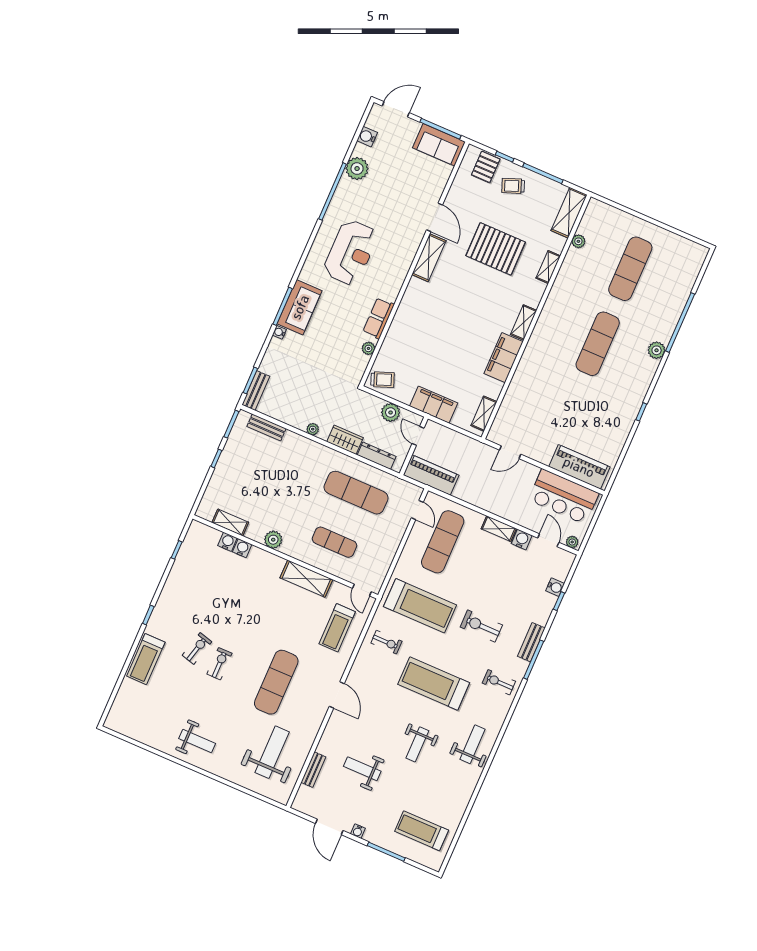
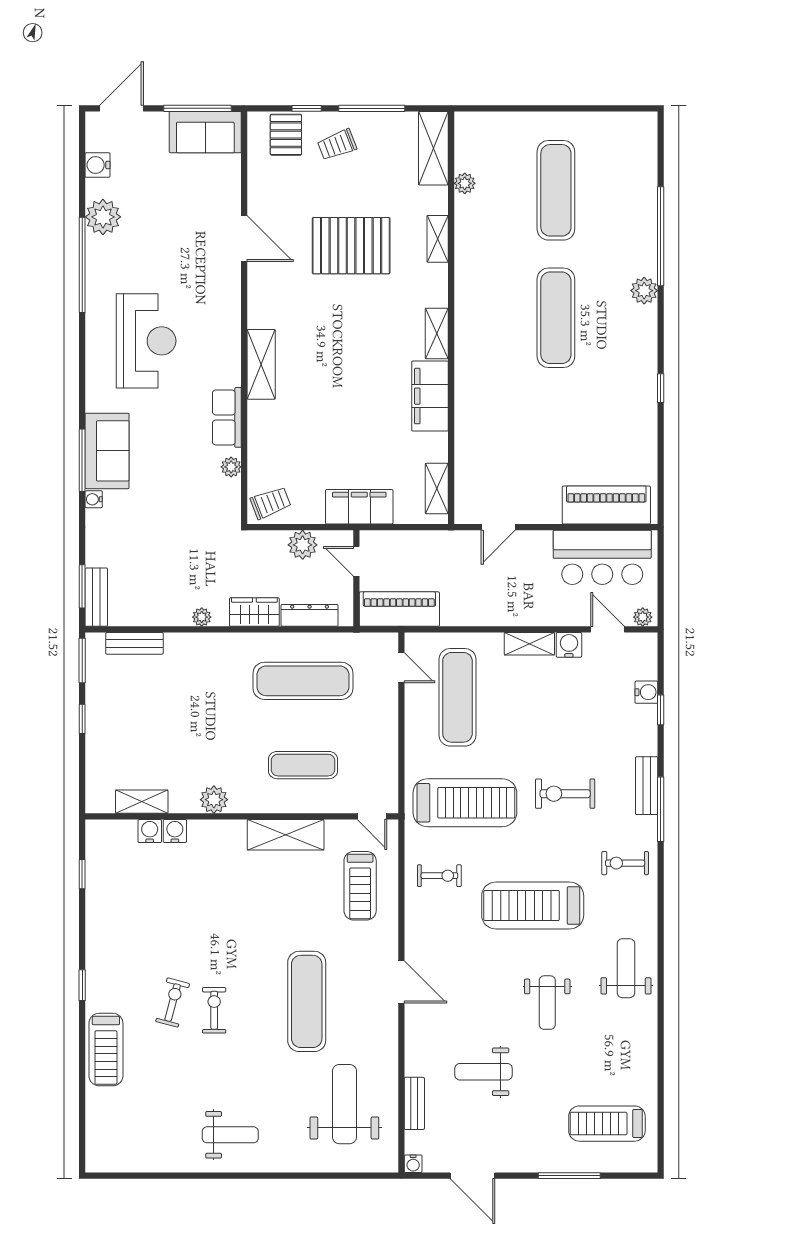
shelving: (429, 258) -> (261, 364), moved
water cooler: (358, 831) -> (413, 1164), moved

